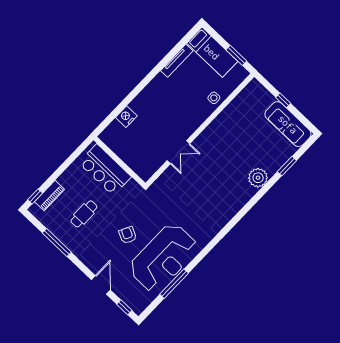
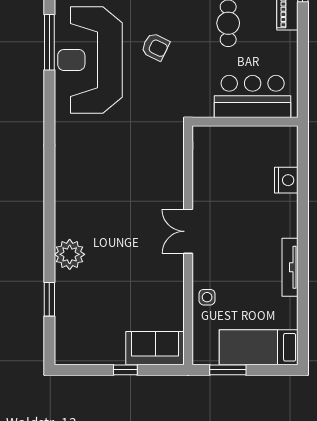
tv unit: (177, 61) -> (290, 267), moved
sofa: (288, 124) -> (155, 348), moved, width x0.73
double door: (178, 152) -> (188, 231), moved

